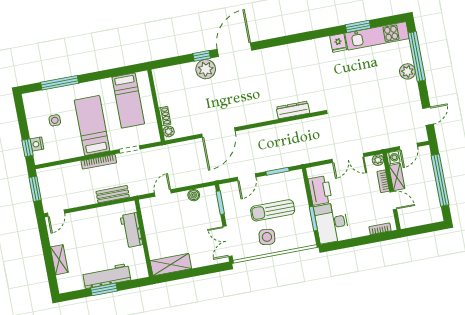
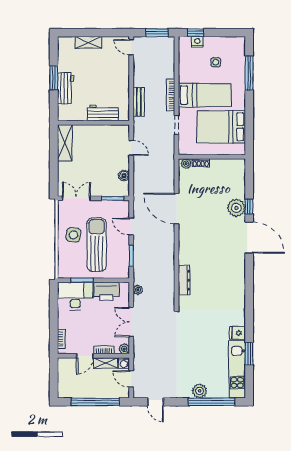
bed: (128, 100) -> (221, 127), width x1.50
plant: (312, 157) -> (138, 290), added
sun lounger: (273, 210) -> (97, 245), width x1.36, depth x1.34
workbench: (107, 276) -> (66, 88), width x0.73

